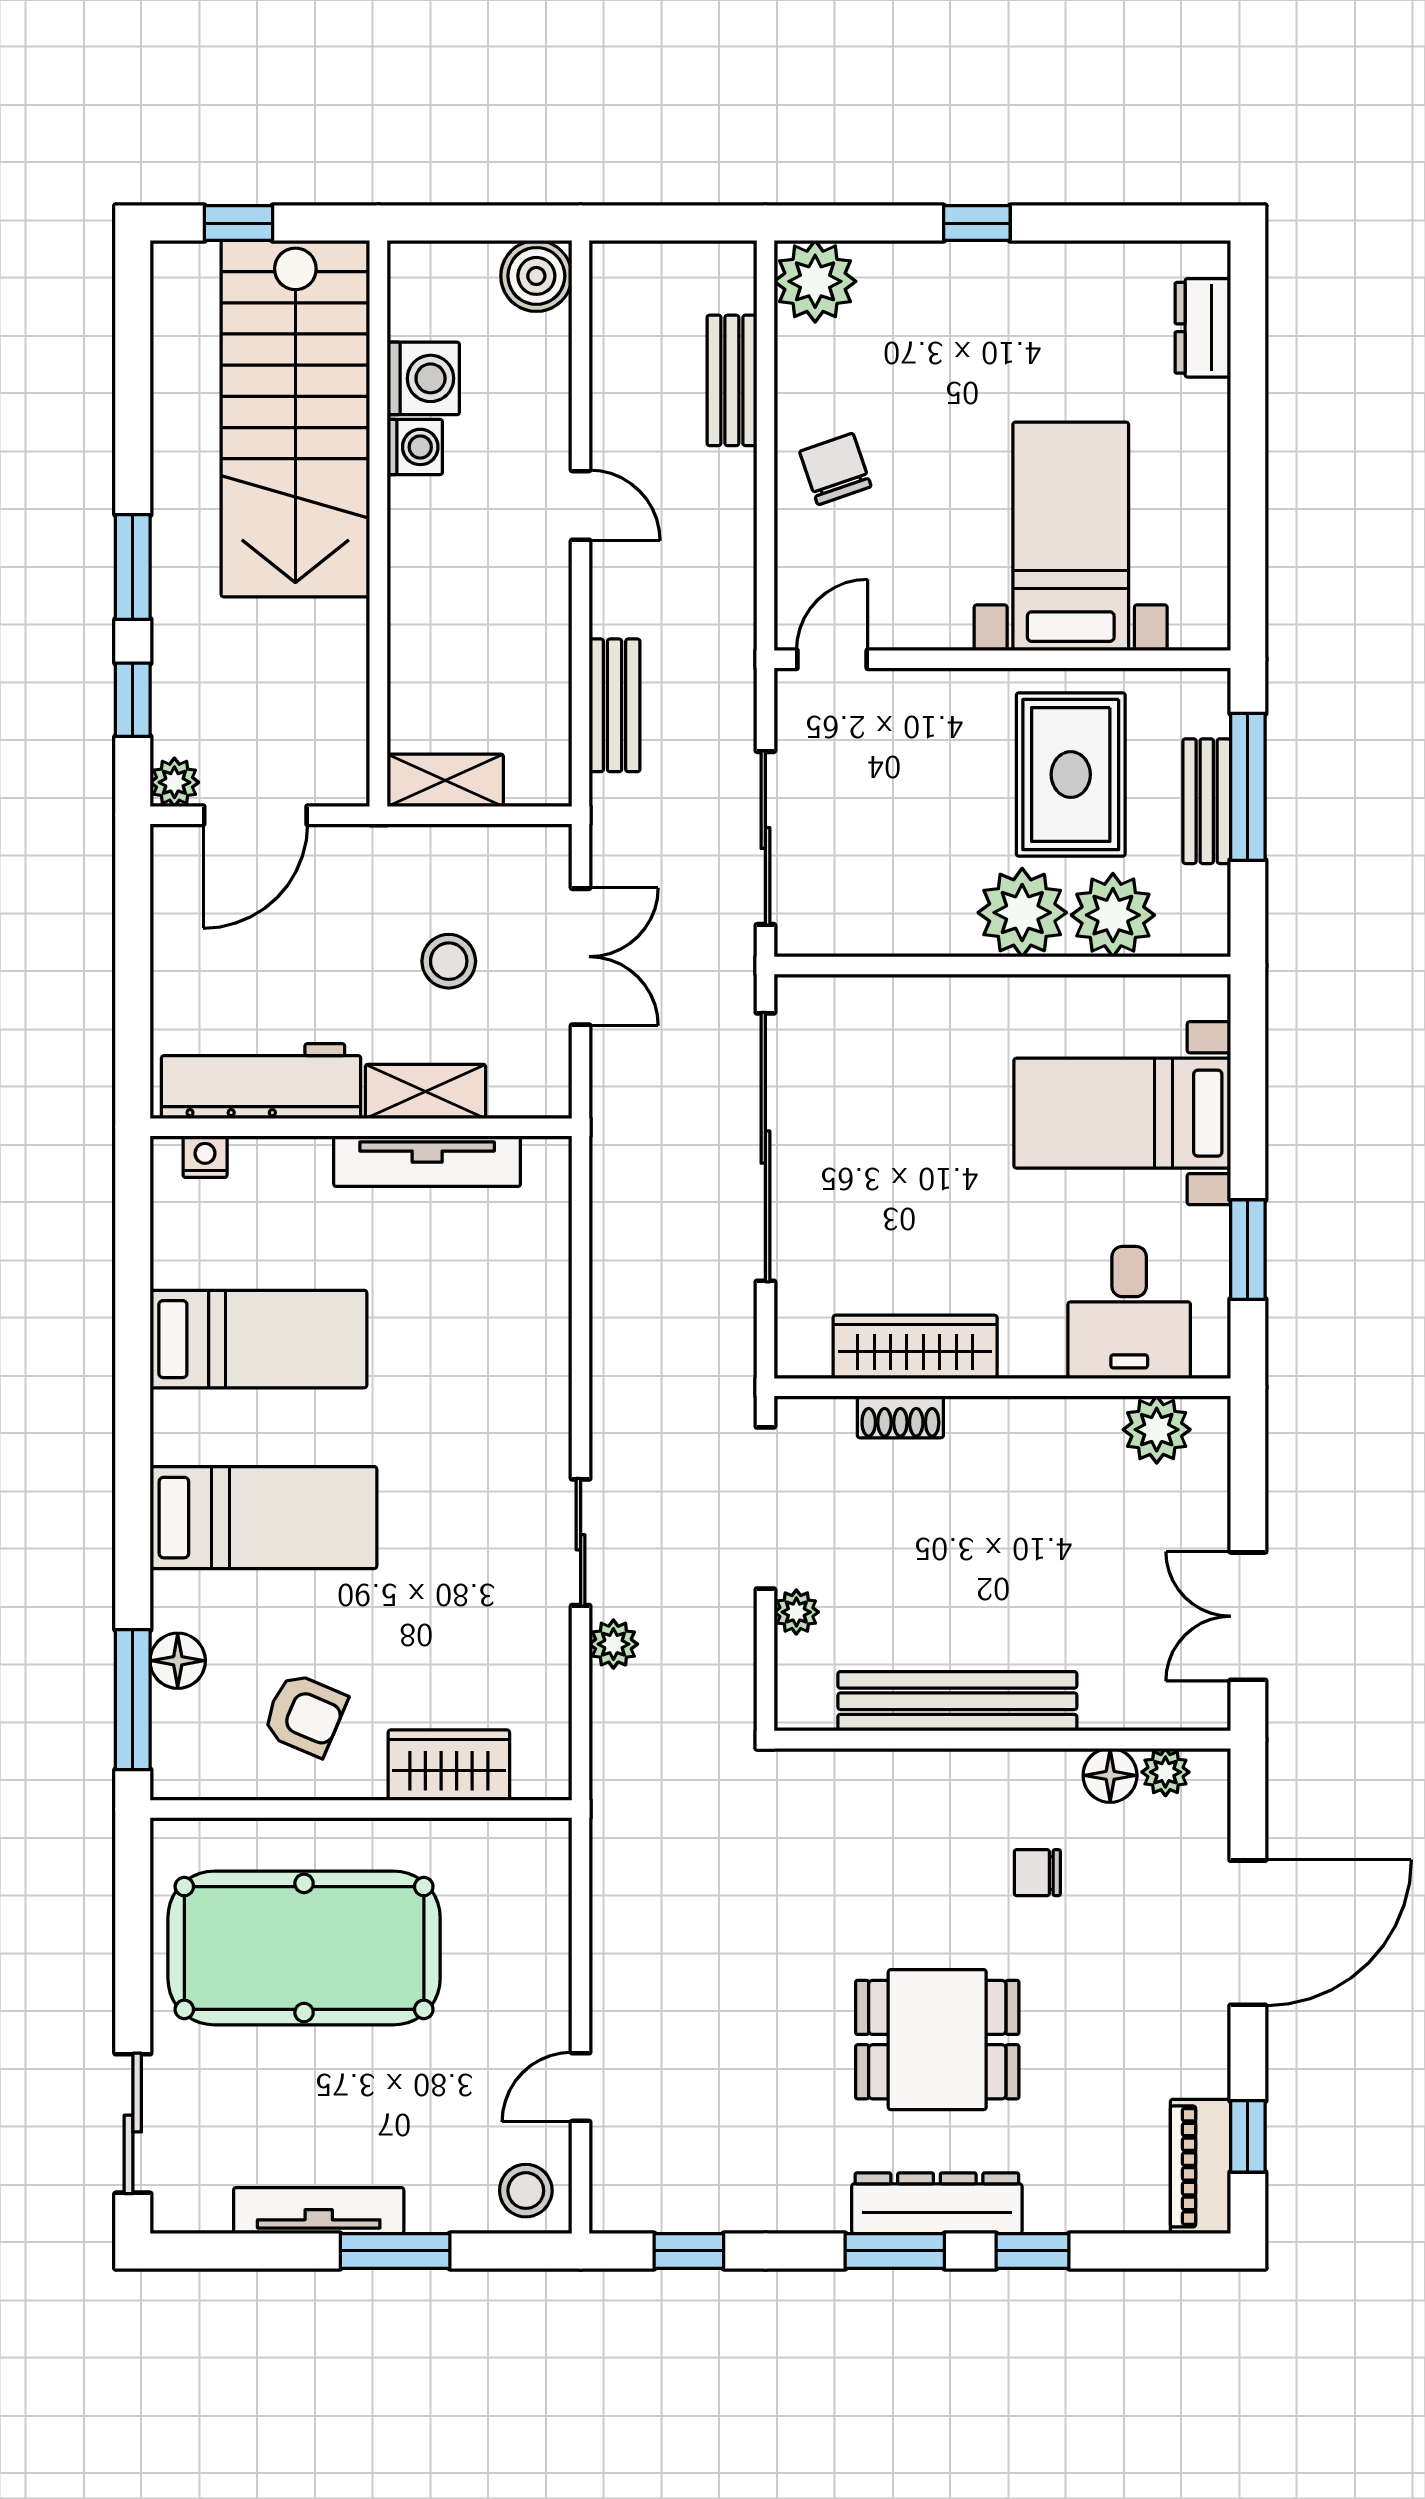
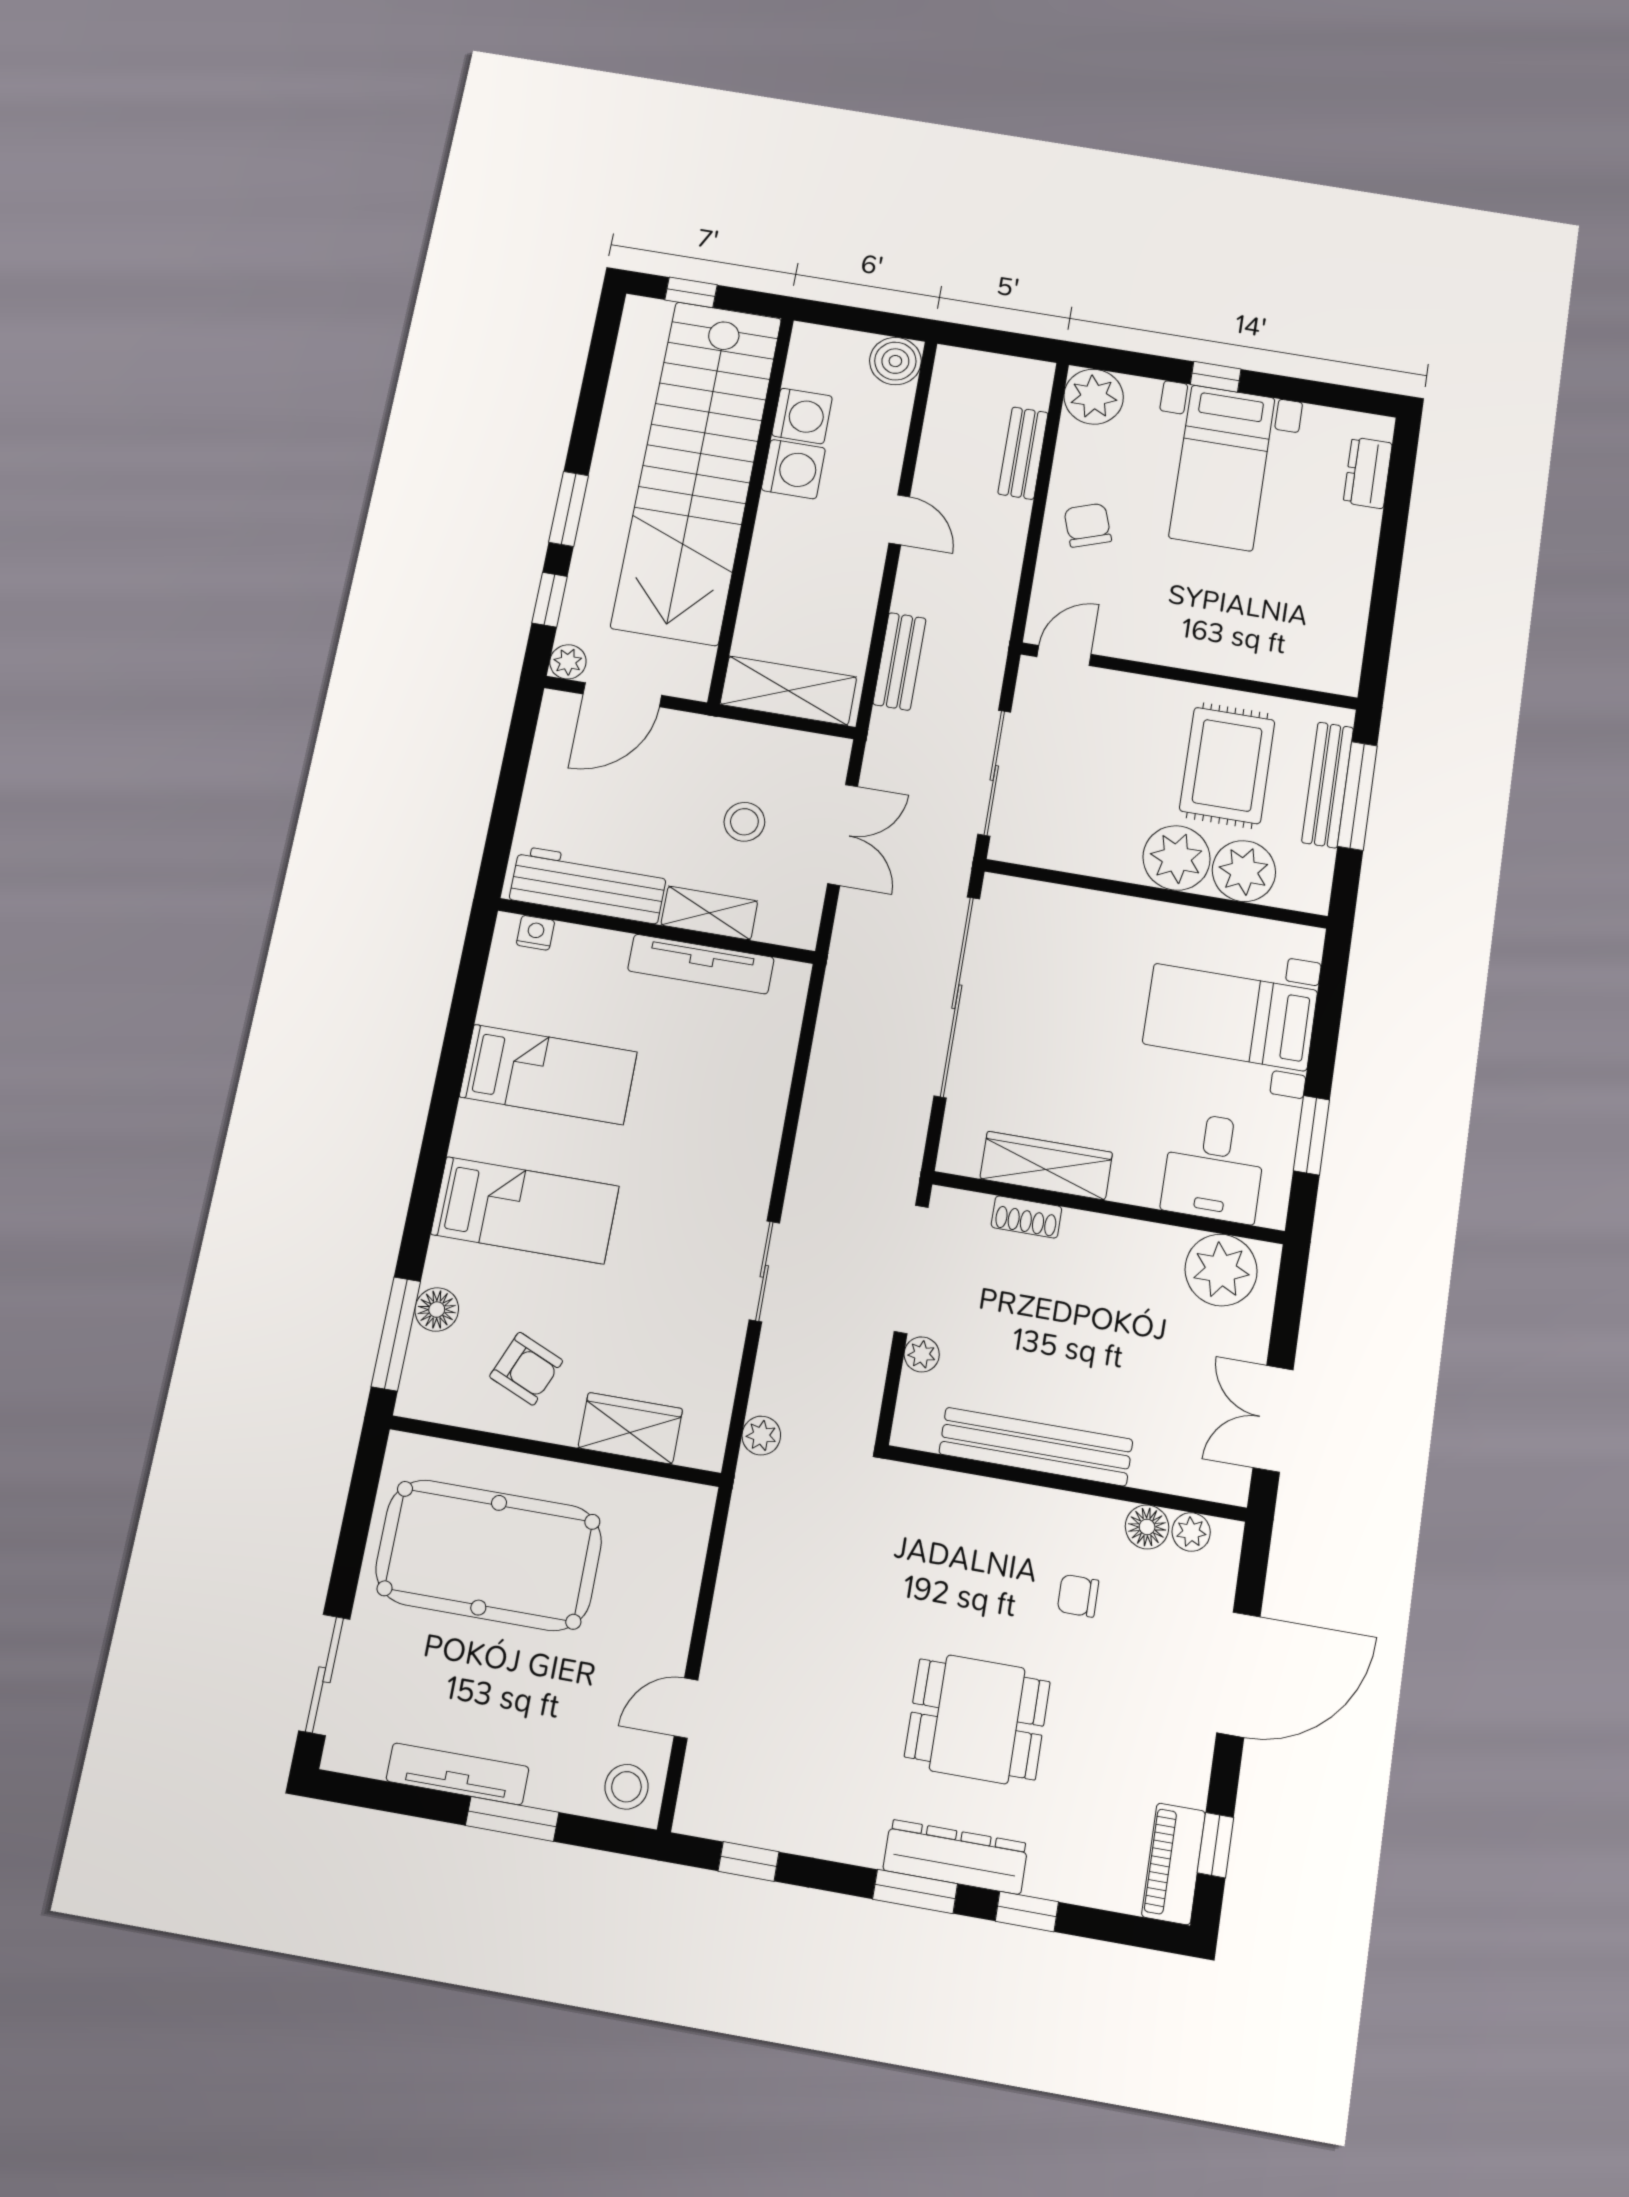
stairs: (295, 419) -> (697, 471), width x1.36
washing machine: (415, 447) -> (793, 469), width x1.38, depth x1.38
bed with nightstands: (1071, 536) -> (1222, 468), moved, turned 180
shelving: (445, 780) -> (788, 691), width x1.50, depth x1.33
bench: (1207, 801) -> (1328, 785), width x1.36
plant: (1157, 1430) -> (1221, 1270), width x1.36, depth x1.36
plant: (613, 1644) -> (761, 1436), moved

